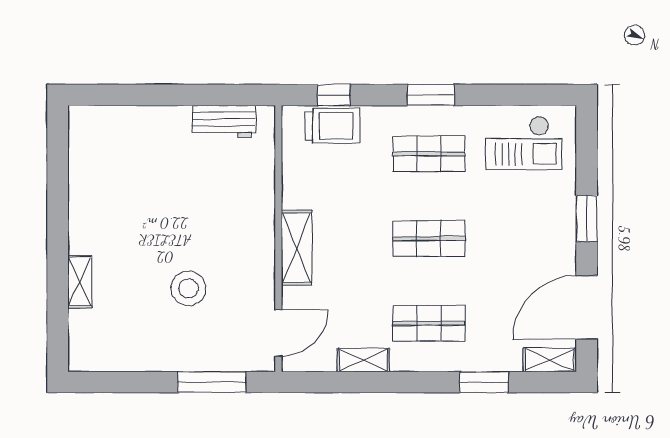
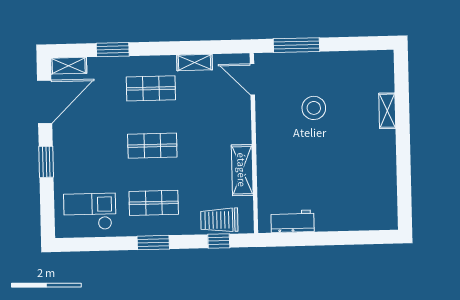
shelving: (297, 248) -> (242, 170), moved
door: (278, 333) -> (252, 79), hinge flipped

